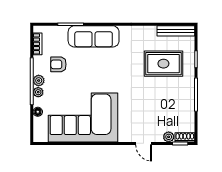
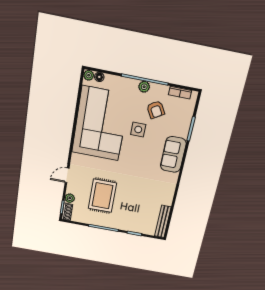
sofa: (94, 36) -> (173, 155), width x0.73
armchair: (58, 64) -> (156, 110), turned 149
rug: (163, 64) -> (102, 196), moved
side table: (82, 78) -> (138, 129), added
plant: (38, 92) -> (89, 75), moved
floor lamp: (38, 112) -> (99, 77), moved

